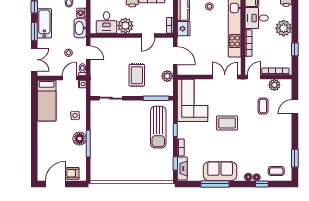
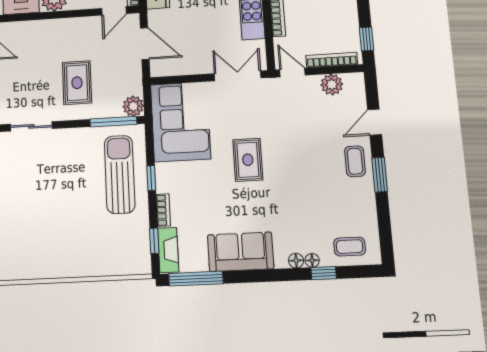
door: (148, 36) -> (114, 11), moved
window: (295, 49) -> (367, 39), moved
plant: (167, 76) -> (133, 106), moved
door: (254, 77) -> (292, 72), hinge flipped
coffee table: (263, 106) -> (355, 161), moved
rug: (227, 123) -> (248, 160), turned 90
sun lounger: (158, 127) -> (120, 174), turned 180
window: (295, 158) -> (380, 175), moved
window: (215, 184) -> (196, 279), moved

